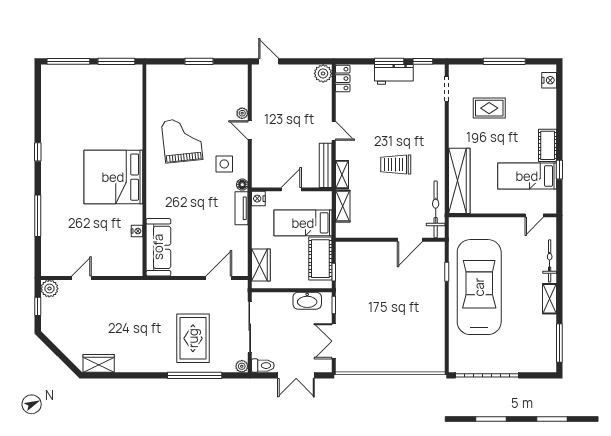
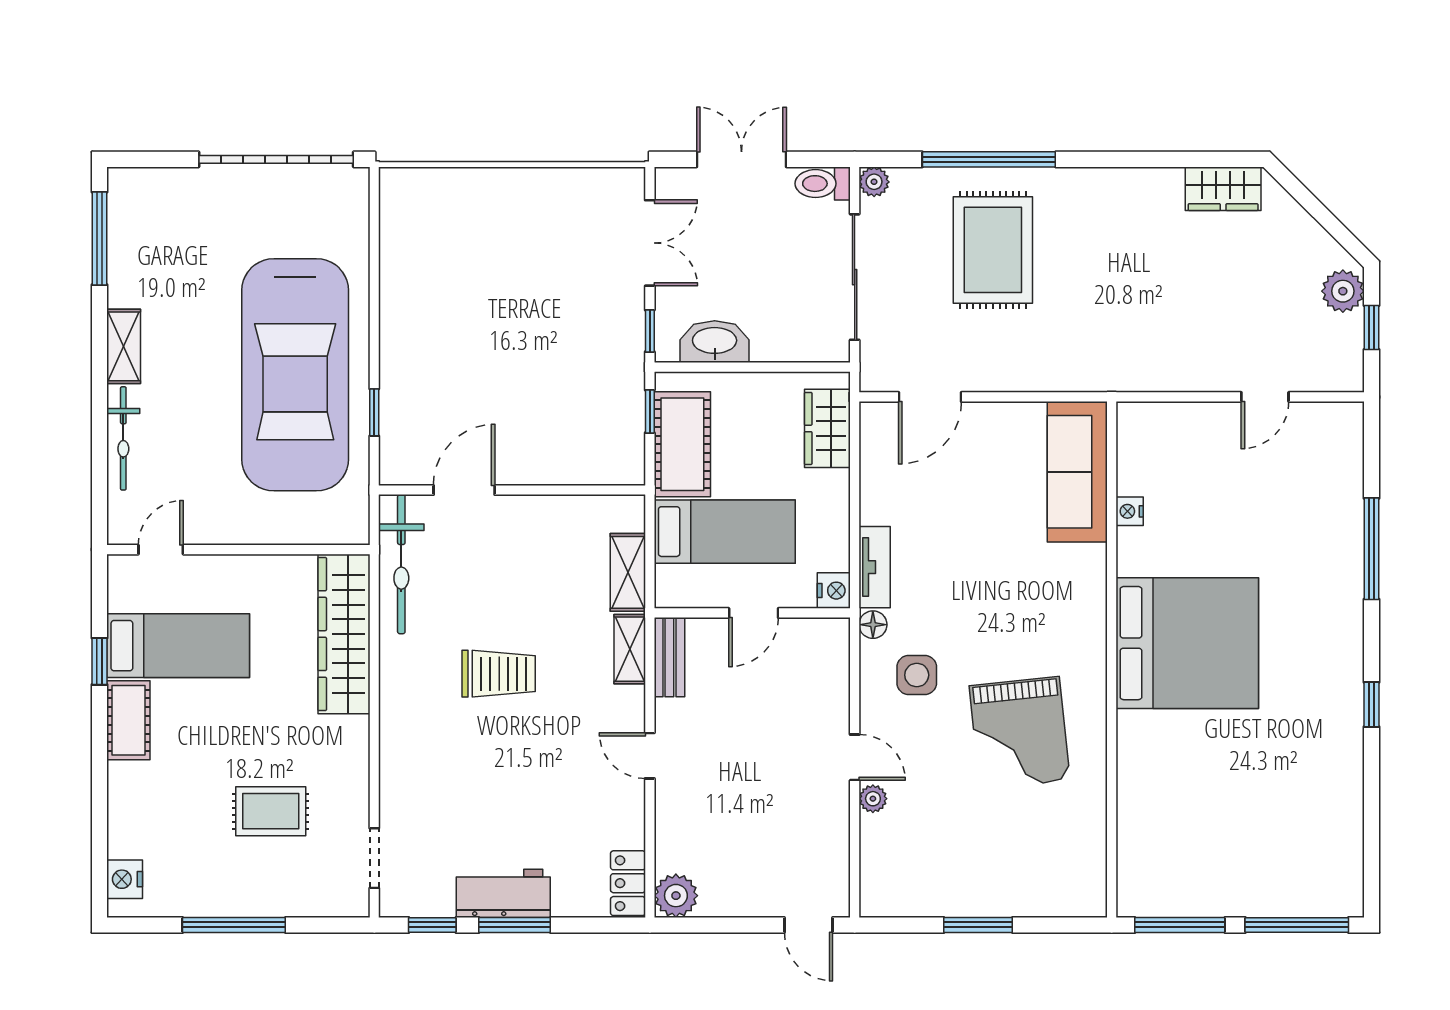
bench: (326, 165) -> (669, 657), width x0.73
plant: (49, 289) -> (1343, 291), moved

